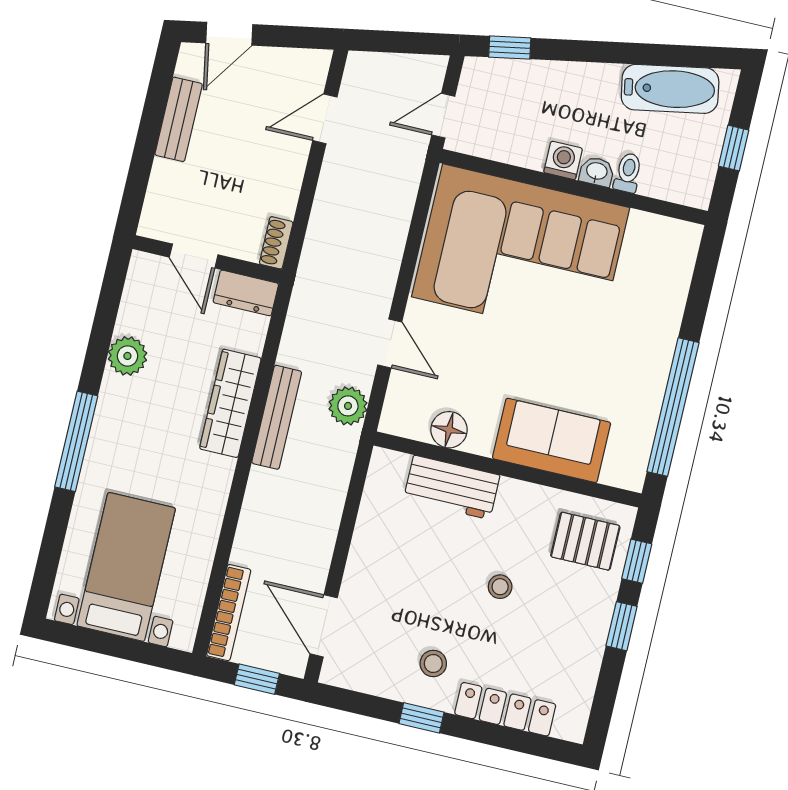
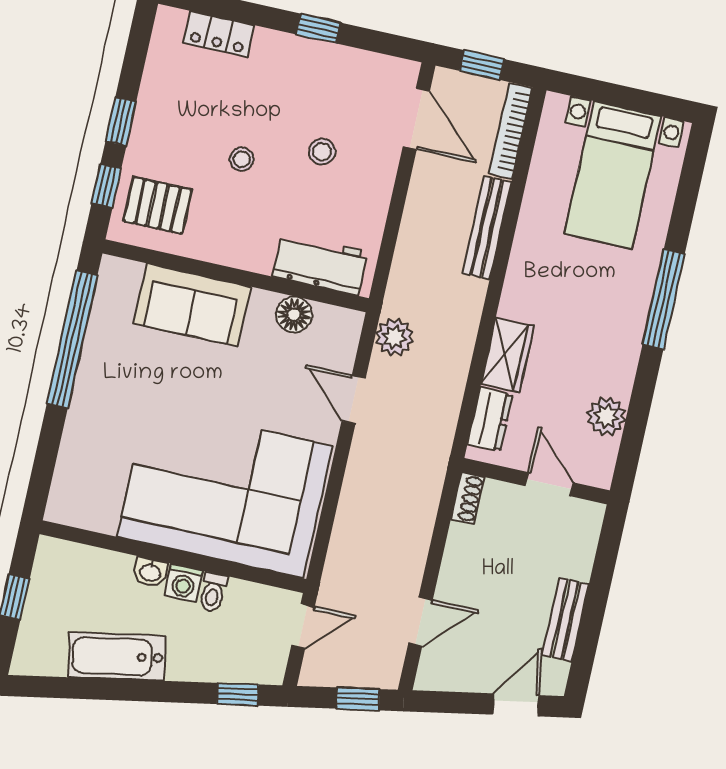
window: (389, 42) -> (358, 699), added
bathtub: (670, 89) -> (117, 656), moved
toilet: (628, 173) -> (213, 592), moved
dresser: (246, 293) -> (490, 419), moved, turned 90
plant: (127, 356) -> (607, 416), moved
wardrobe: (230, 403) -> (508, 355), width x0.67
bench: (277, 417) -> (487, 228), moved
workbench: (452, 487) -> (320, 264), moved
stool: (433, 664) -> (322, 152), moved
locker: (505, 709) -> (219, 34), width x0.66

